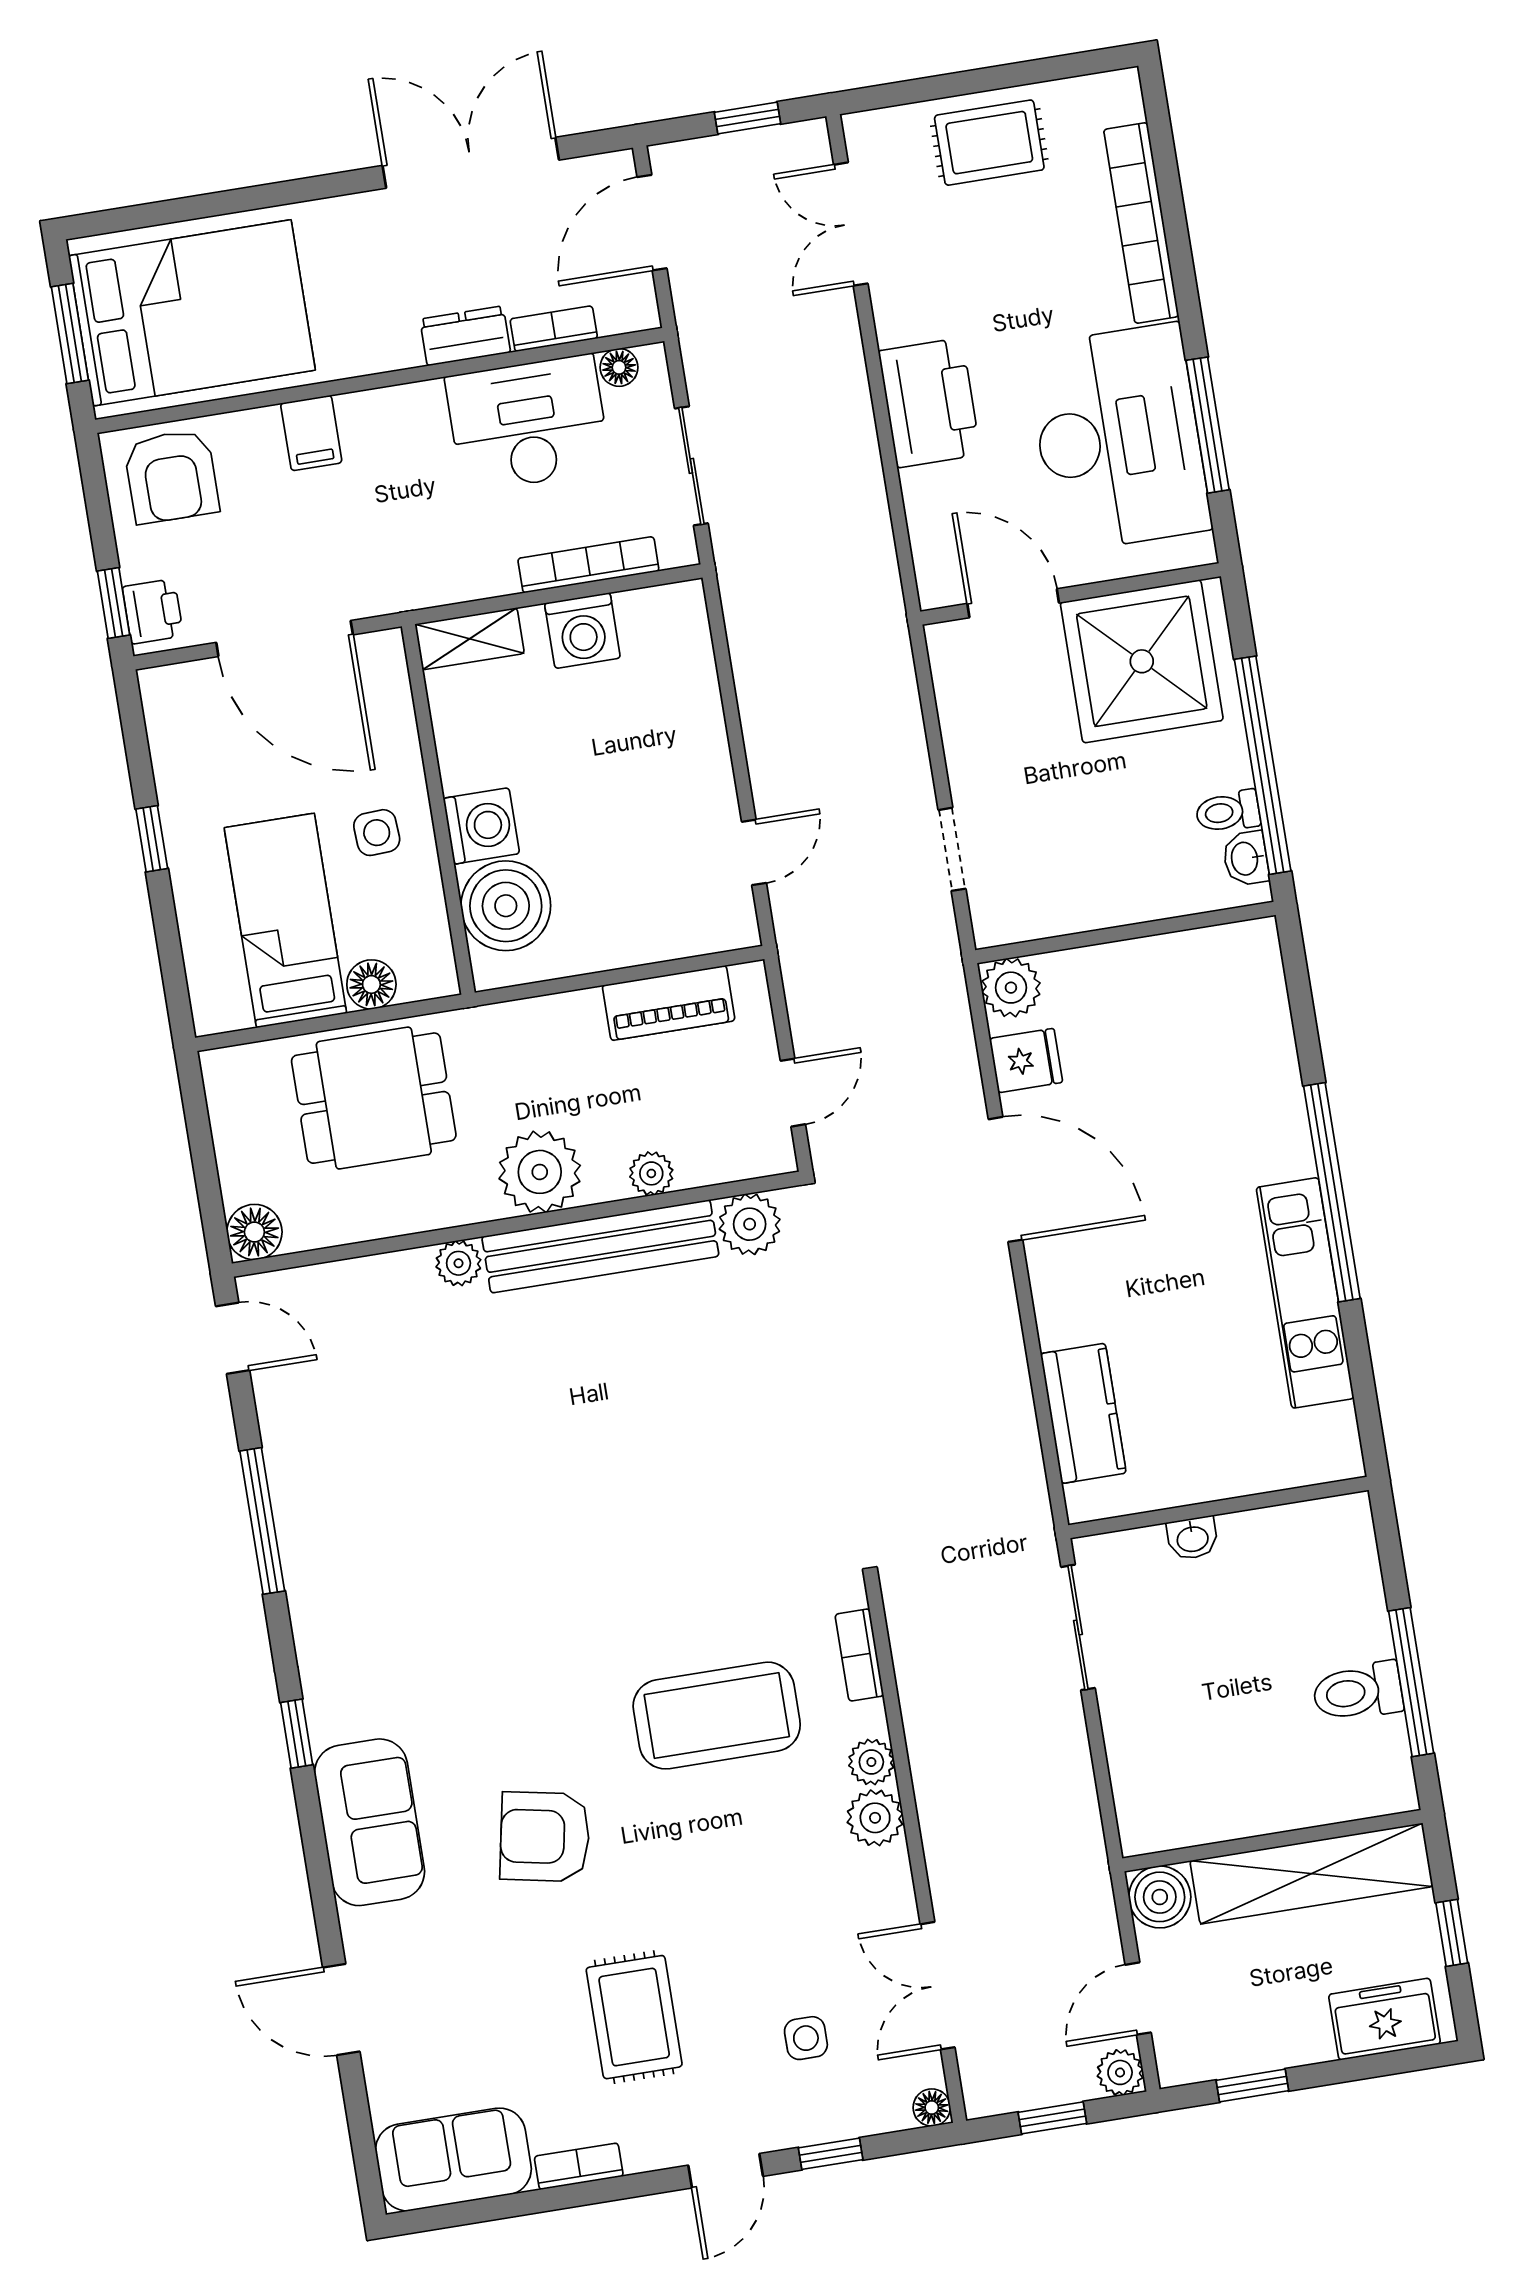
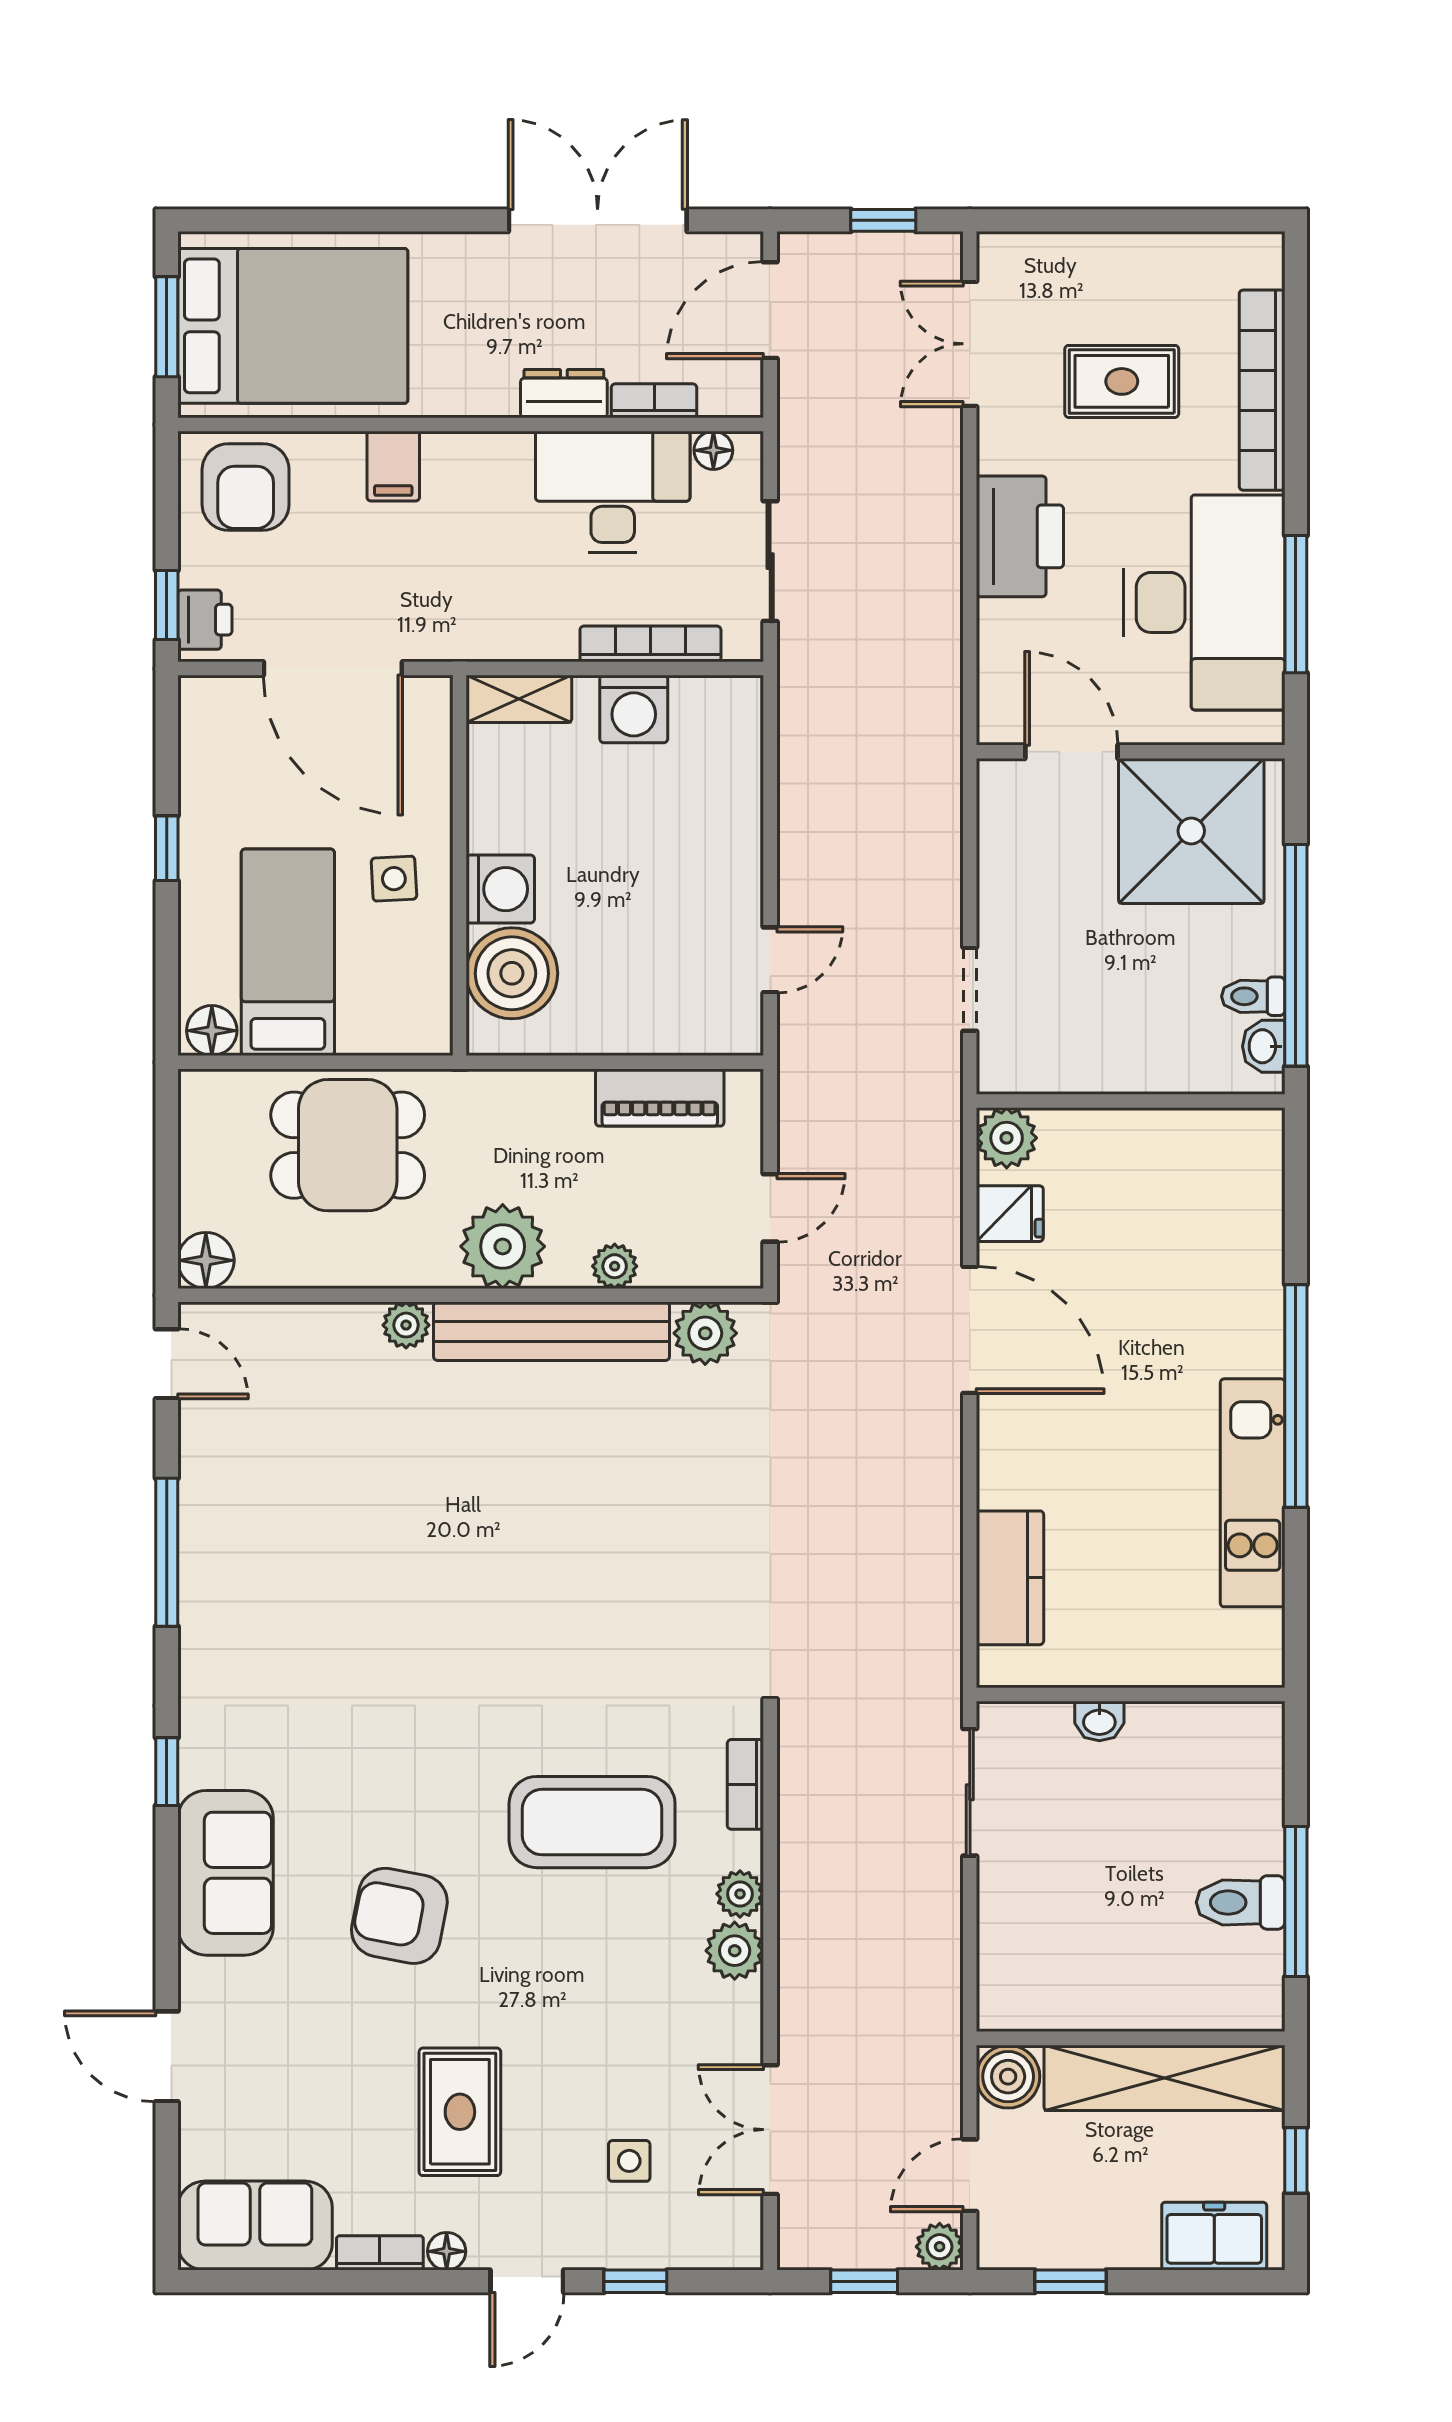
rug: (989, 143) -> (1122, 381), moved
floor lamp: (371, 984) -> (212, 1031), moved
floor lamp: (932, 2108) -> (447, 2251), moved

